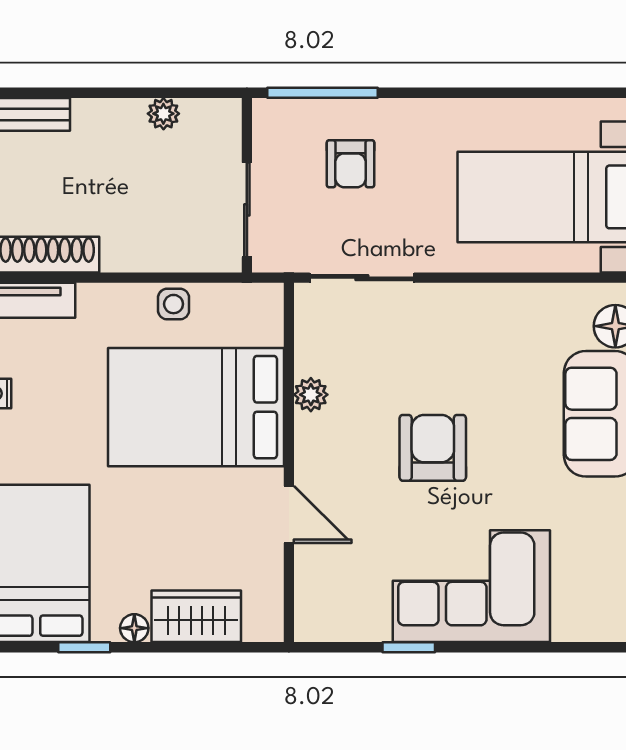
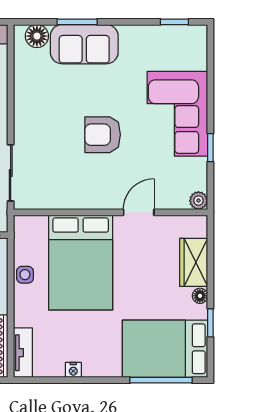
plant: (311, 395) -> (198, 201), moved

